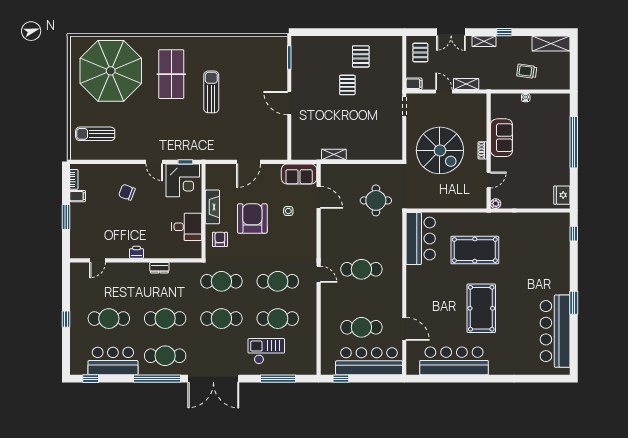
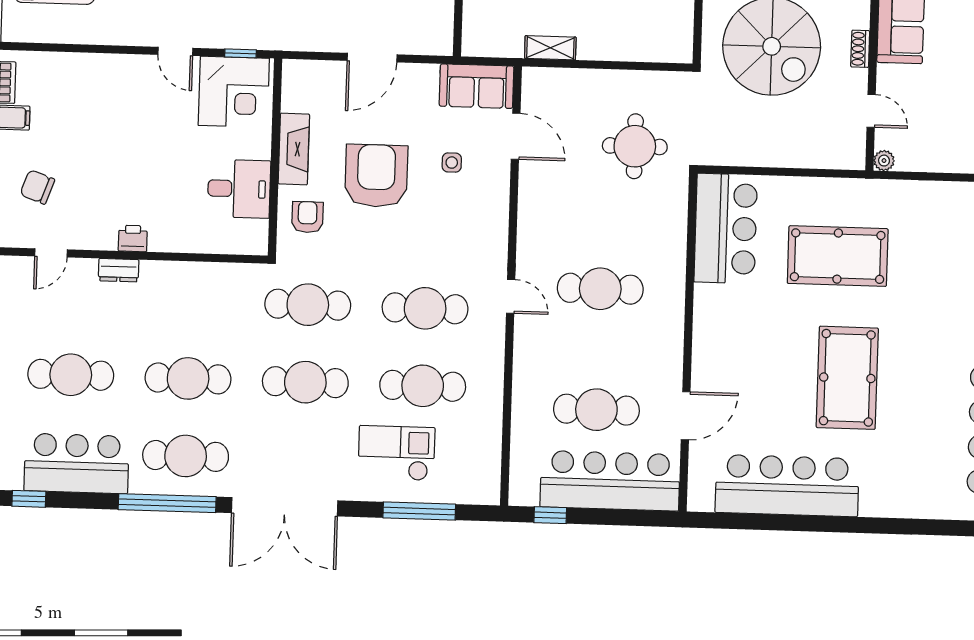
door: (489, 180) -> (871, 111), hinge flipped
chair: (127, 192) -> (37, 187), moved
dresser: (159, 268) -> (119, 270), moved
door: (404, 329) -> (686, 416), hinge flipped

